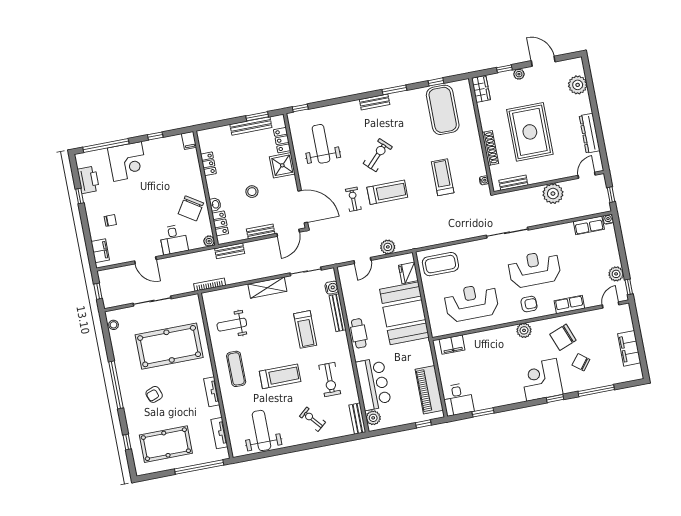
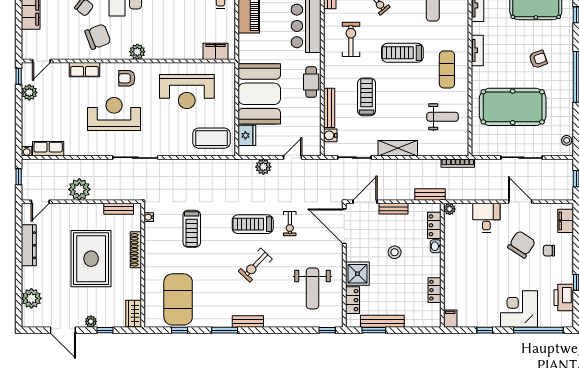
chair: (191, 208) -> (522, 244), moved
reception desk: (534, 269) -> (114, 114), turned 180

